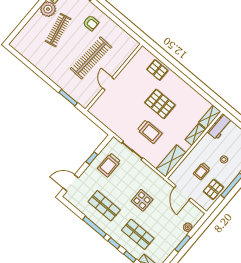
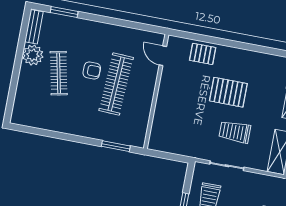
armchair: (91, 23) -> (92, 71), moved
door: (108, 84) -> (163, 56), moved
trolley: (150, 132) -> (235, 132), turned 180

